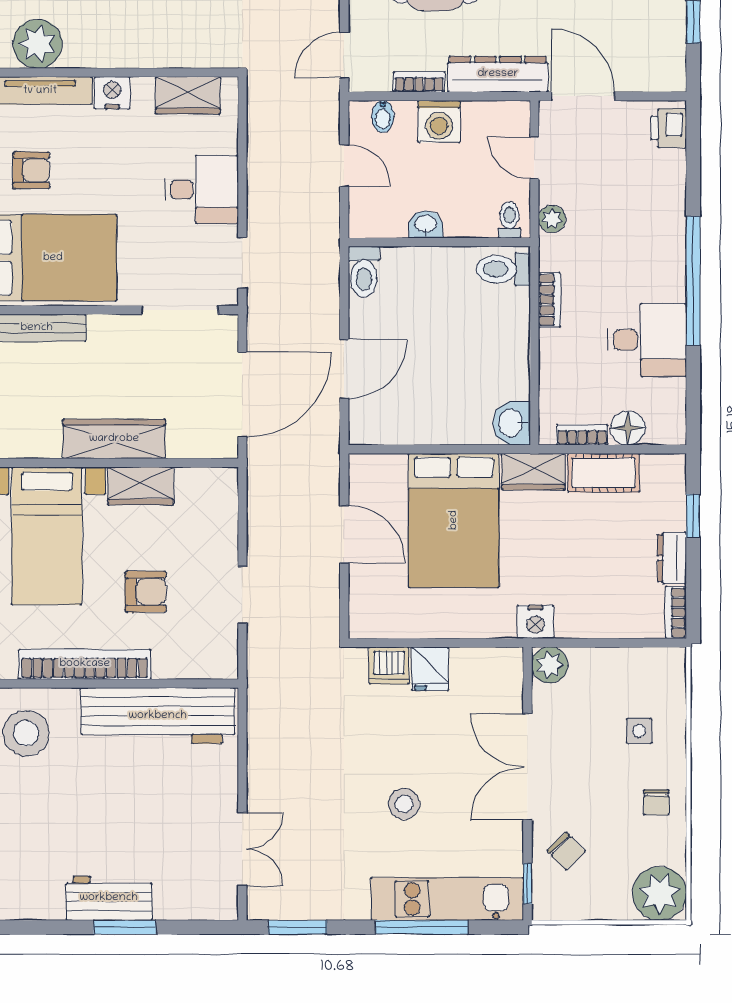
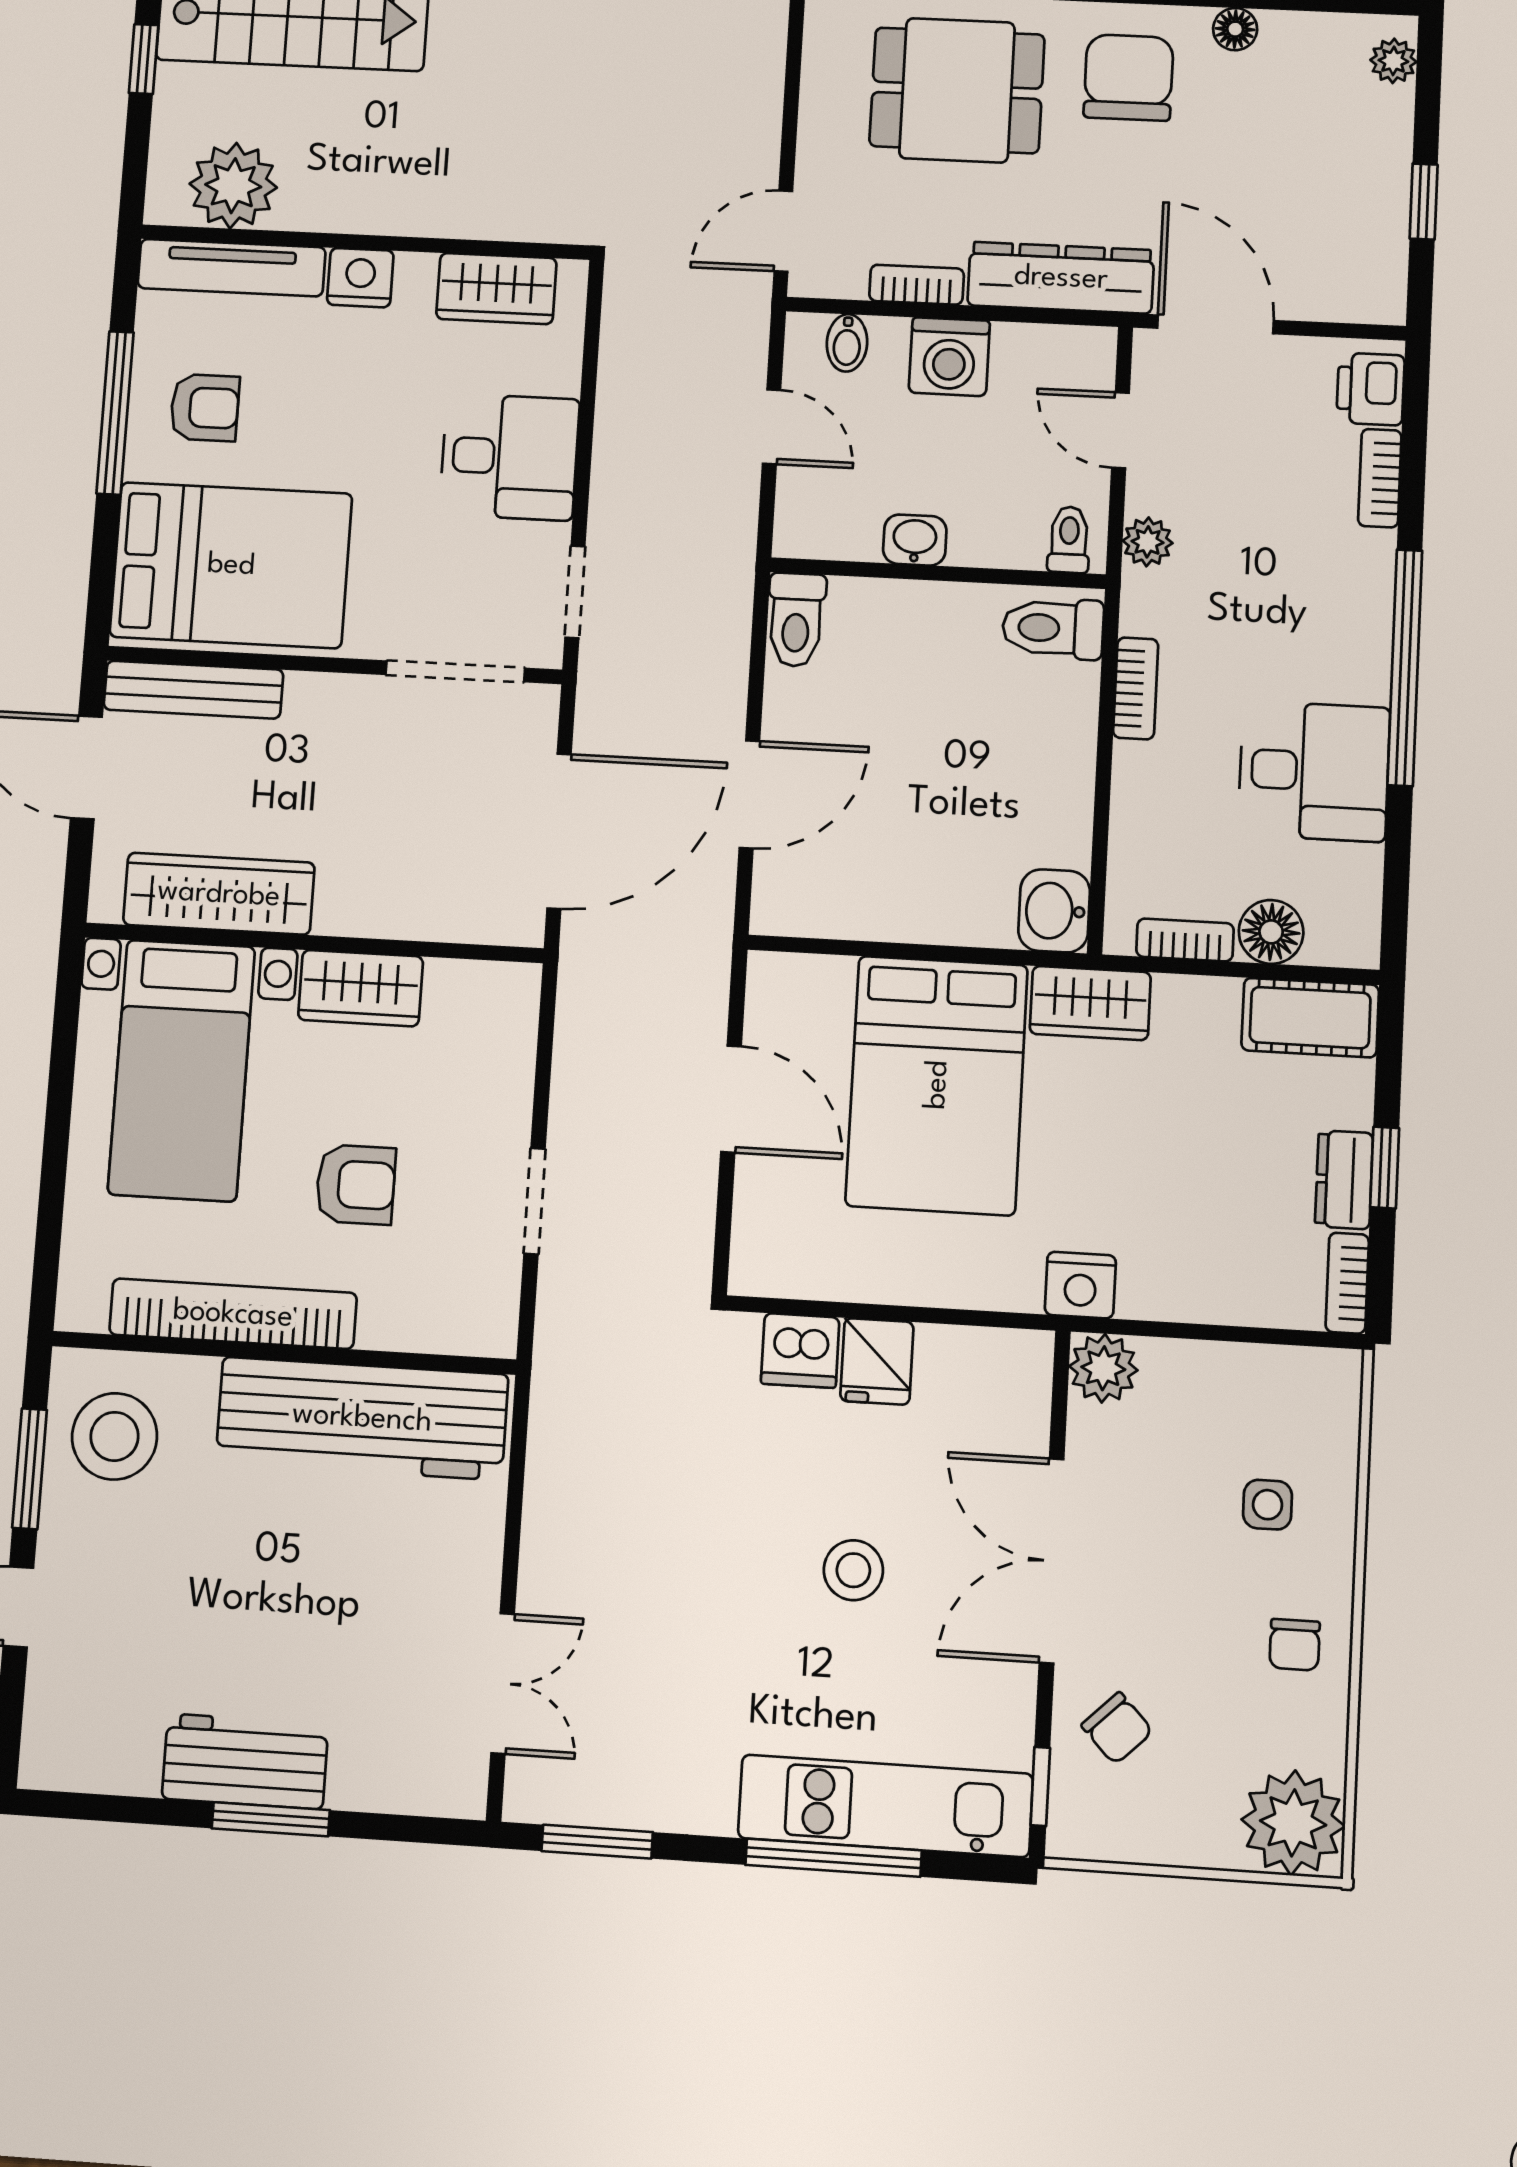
bookcase: (676, 177) -> (1380, 478), added
wardrobe: (114, 439) -> (219, 894), moved
cot: (604, 473) -> (1310, 1018), moved
window: (693, 516) -> (1385, 1168), moved
stool: (404, 804) -> (853, 1570), moved

